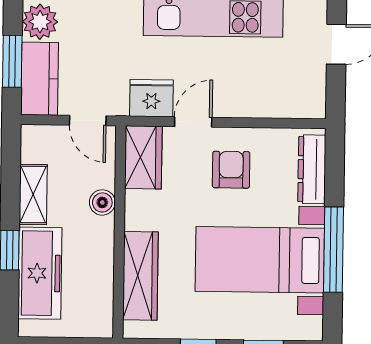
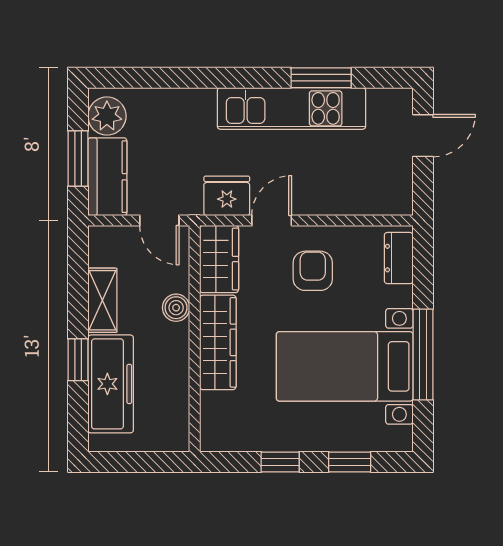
dresser: (312, 169) -> (399, 258), width x0.70
wardrobe: (140, 276) -> (218, 342), moved

